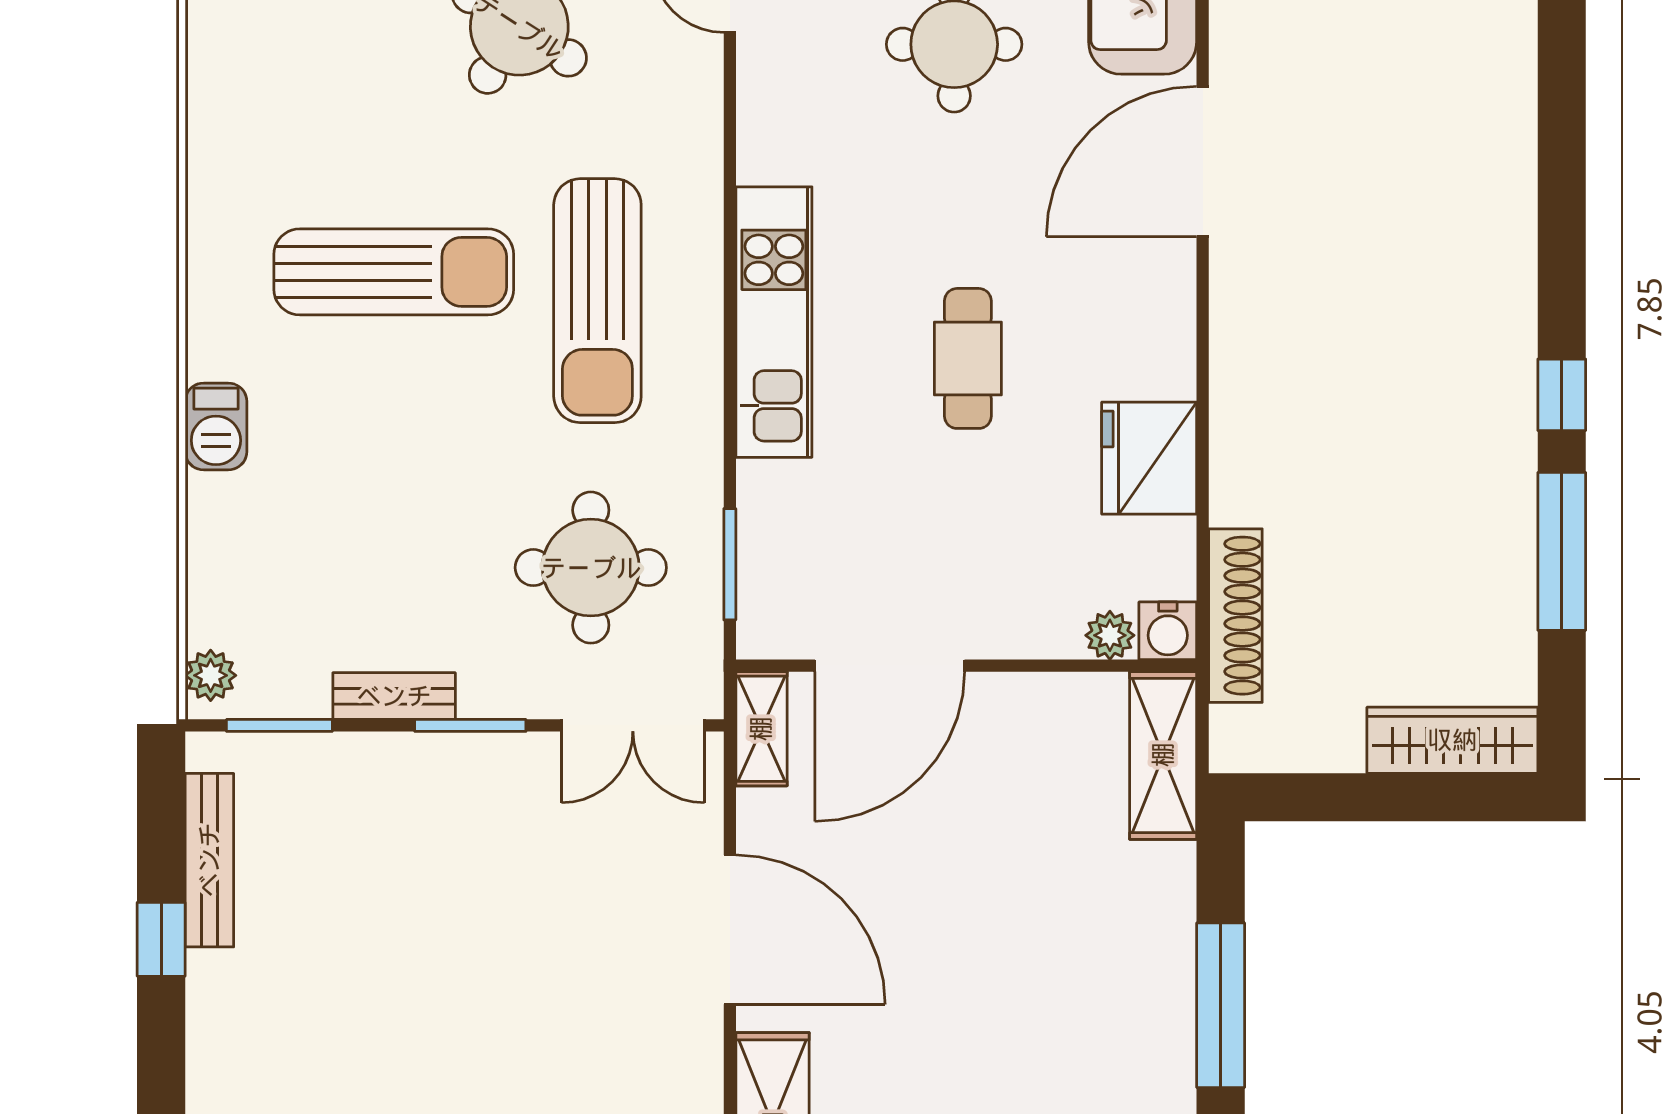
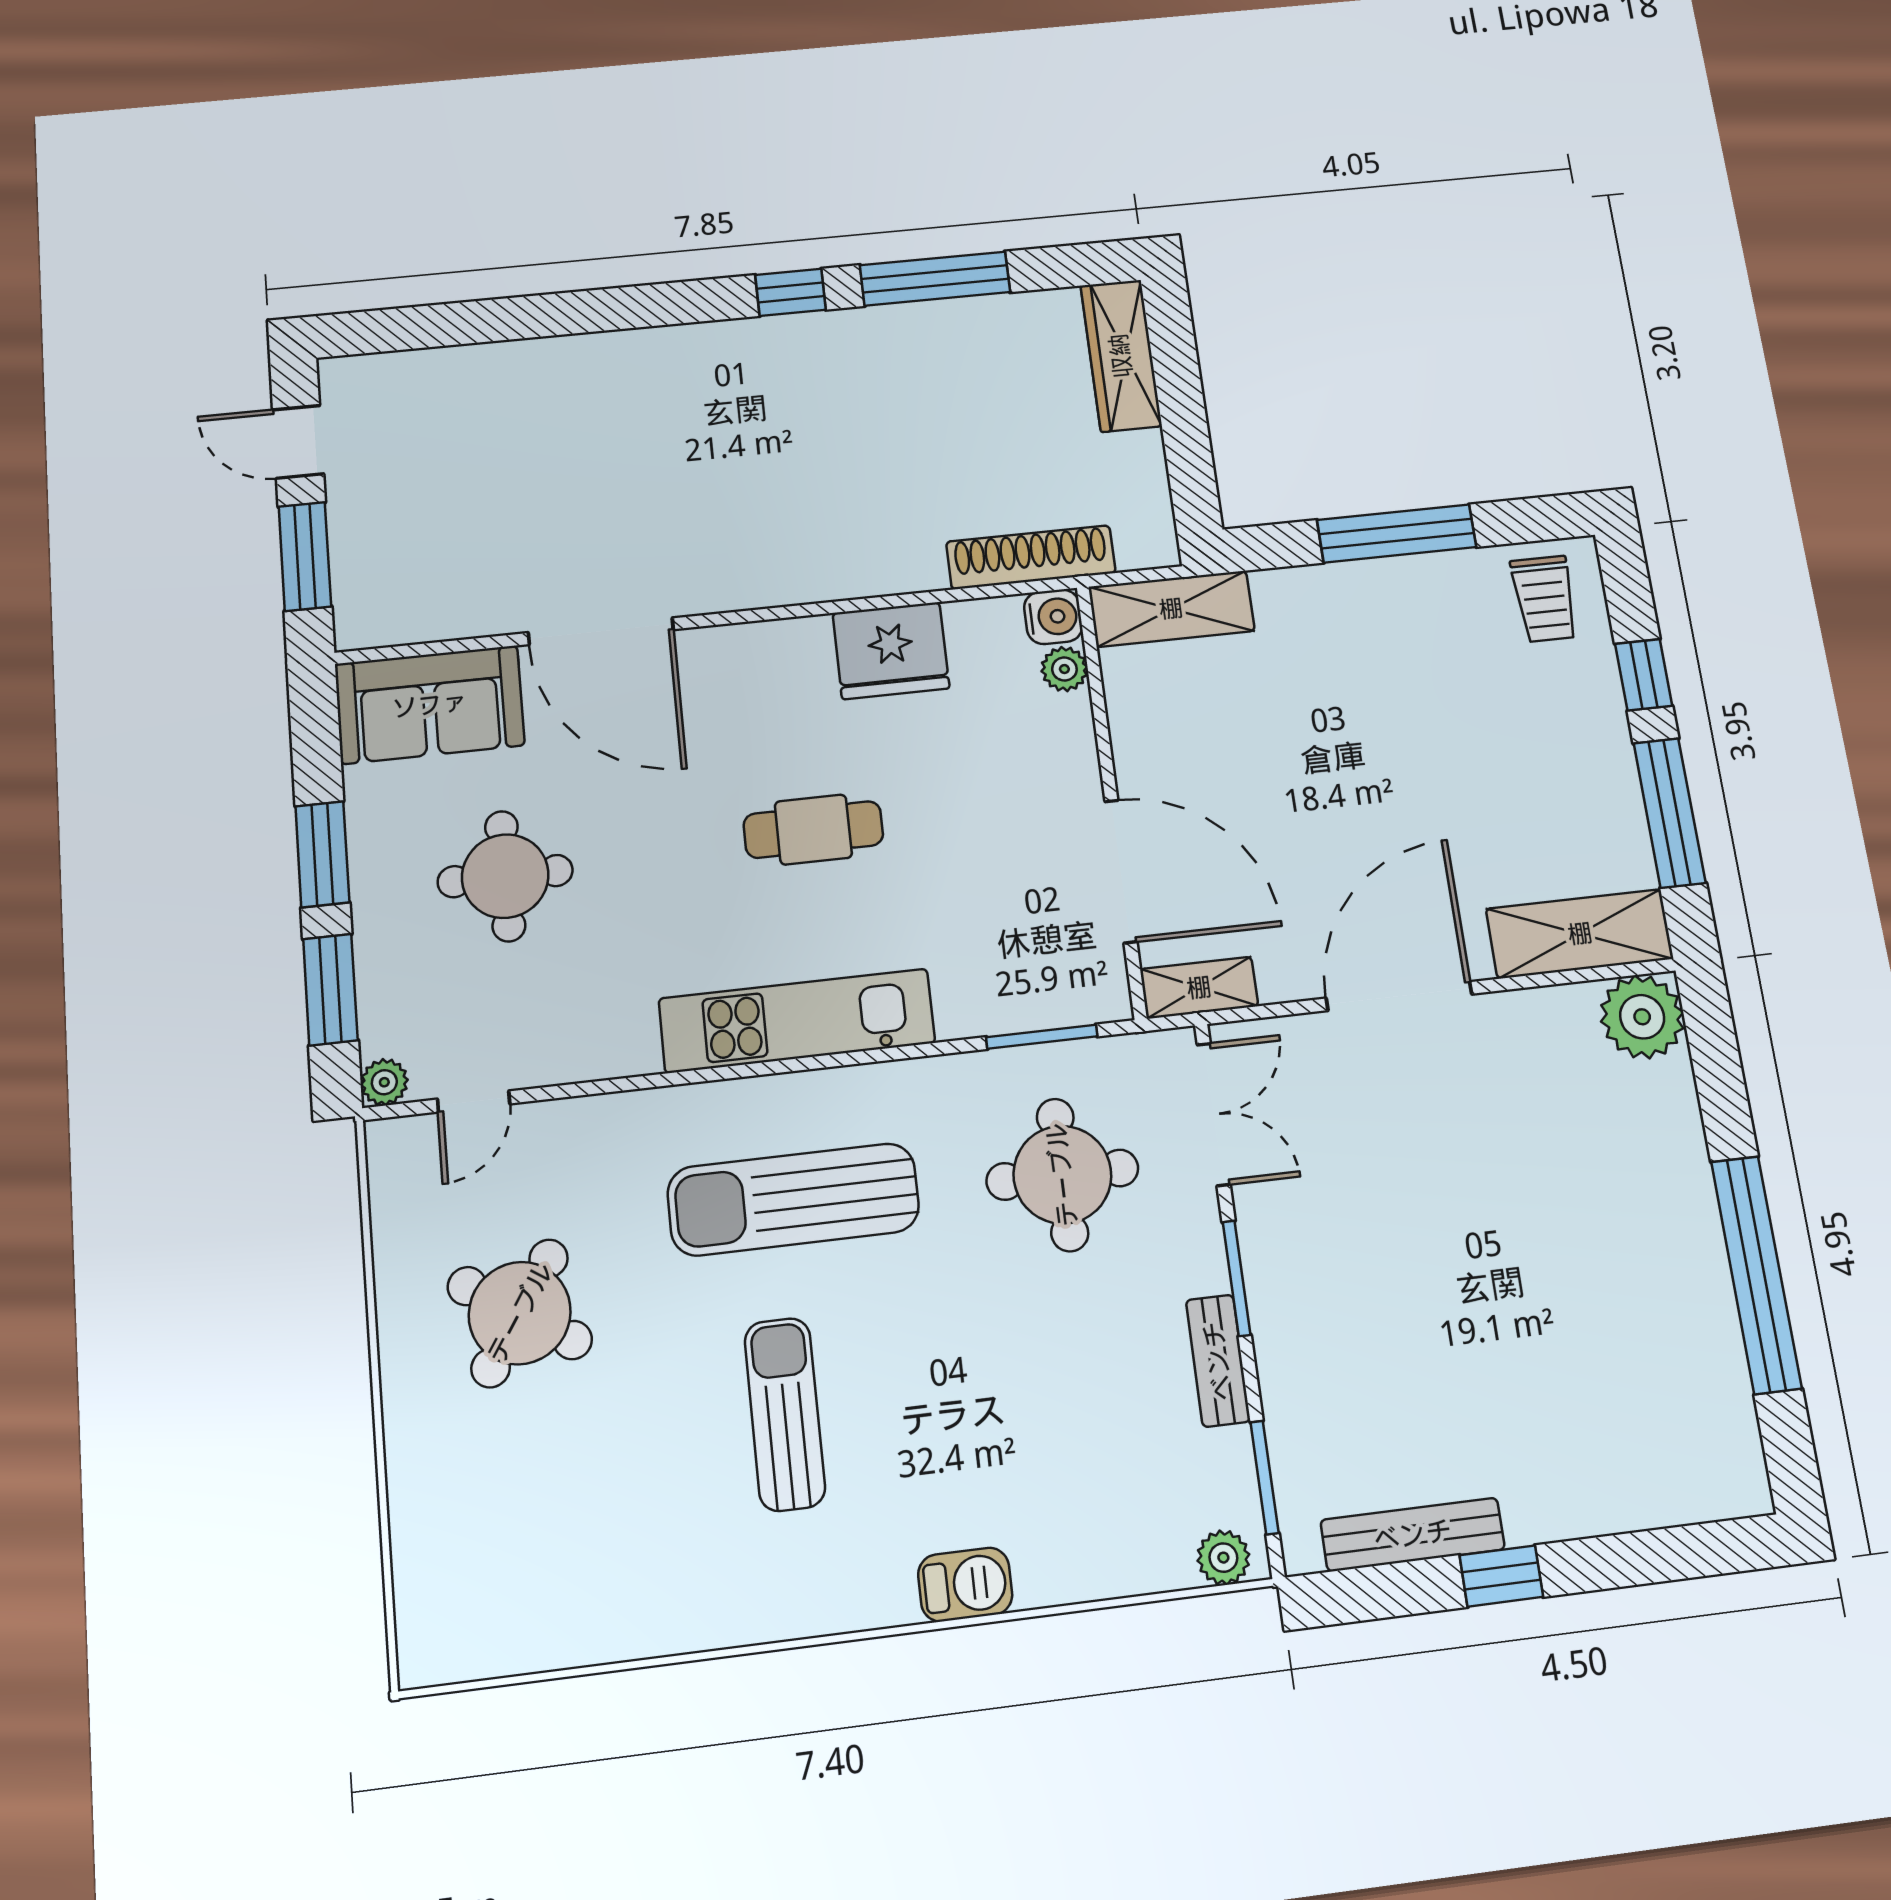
sun lounger: (394, 272) -> (785, 1414), width x0.73, depth x0.75
sun lounger: (597, 301) -> (793, 1199), turned 180

